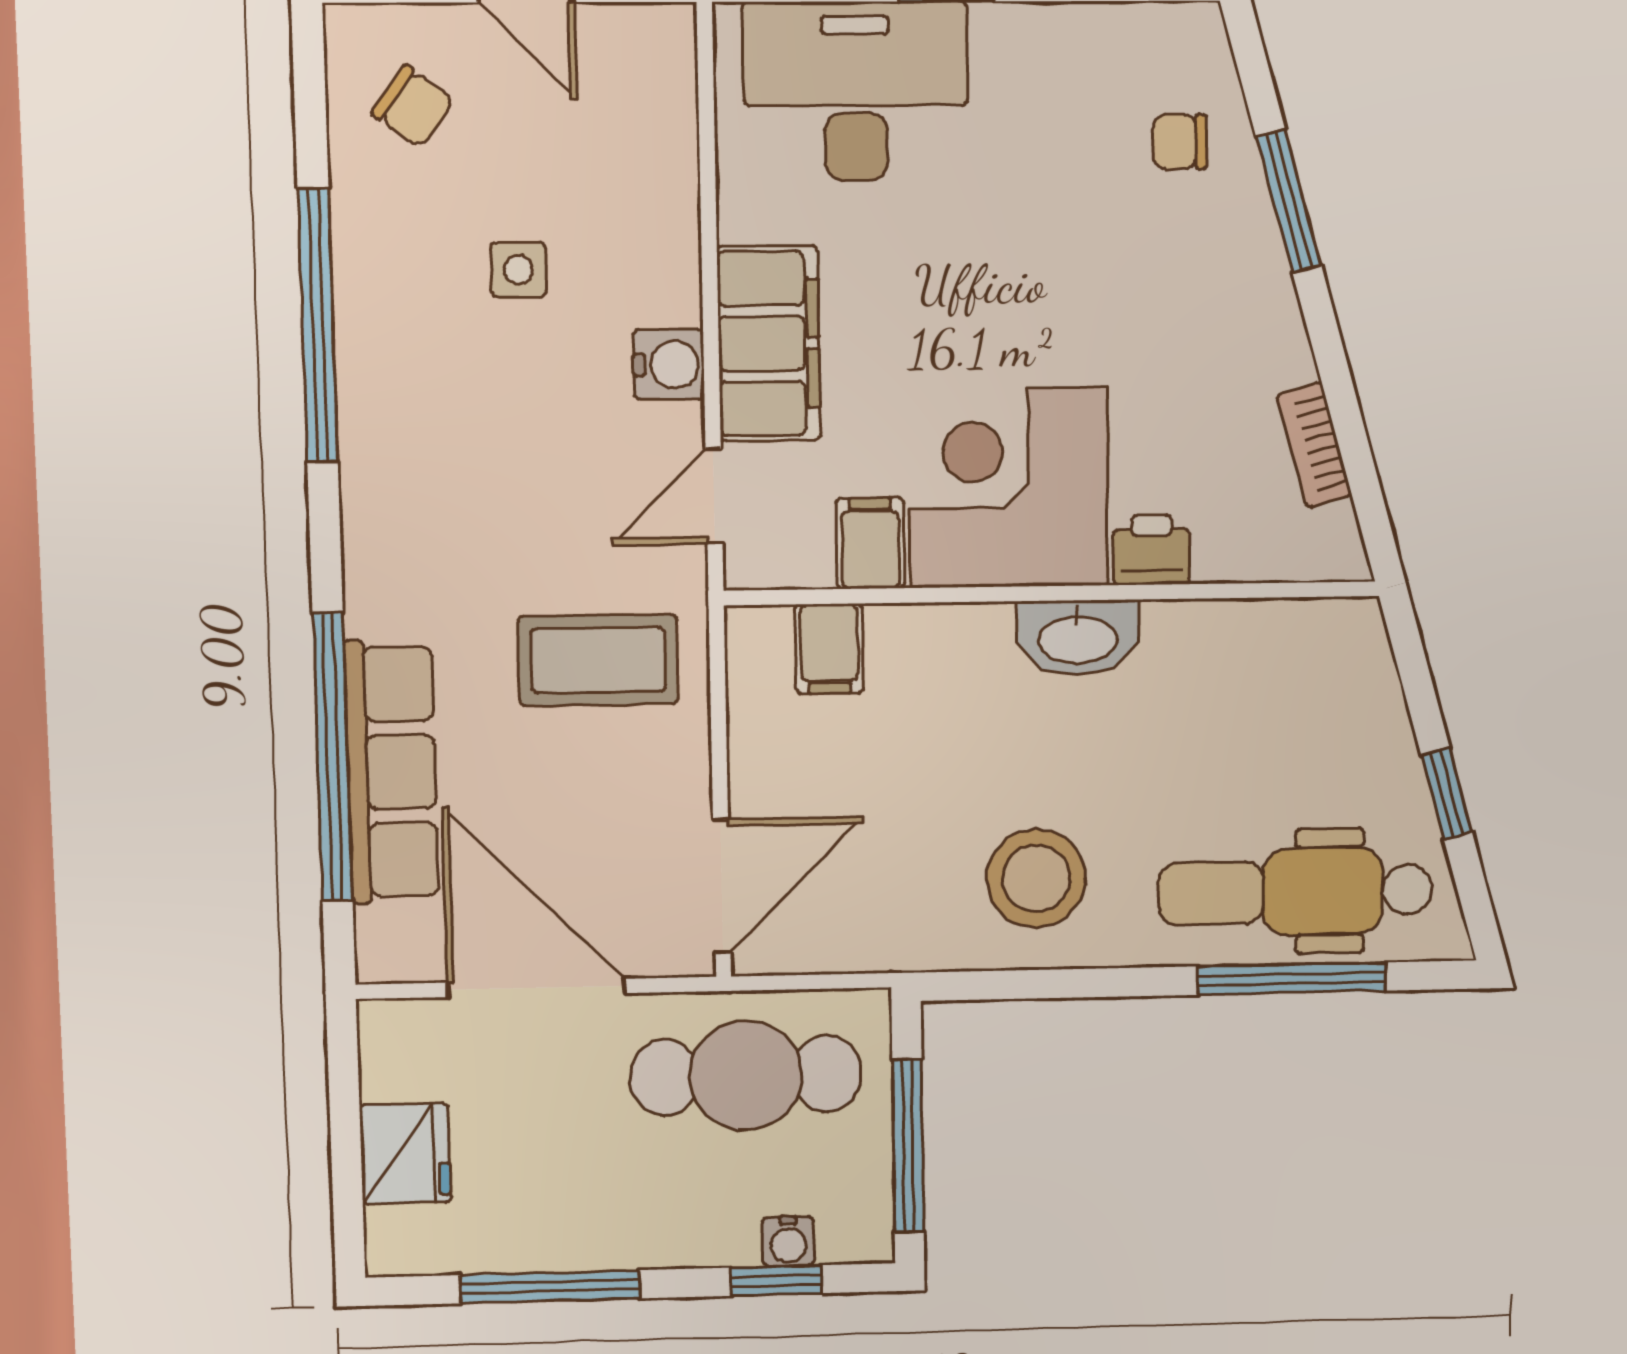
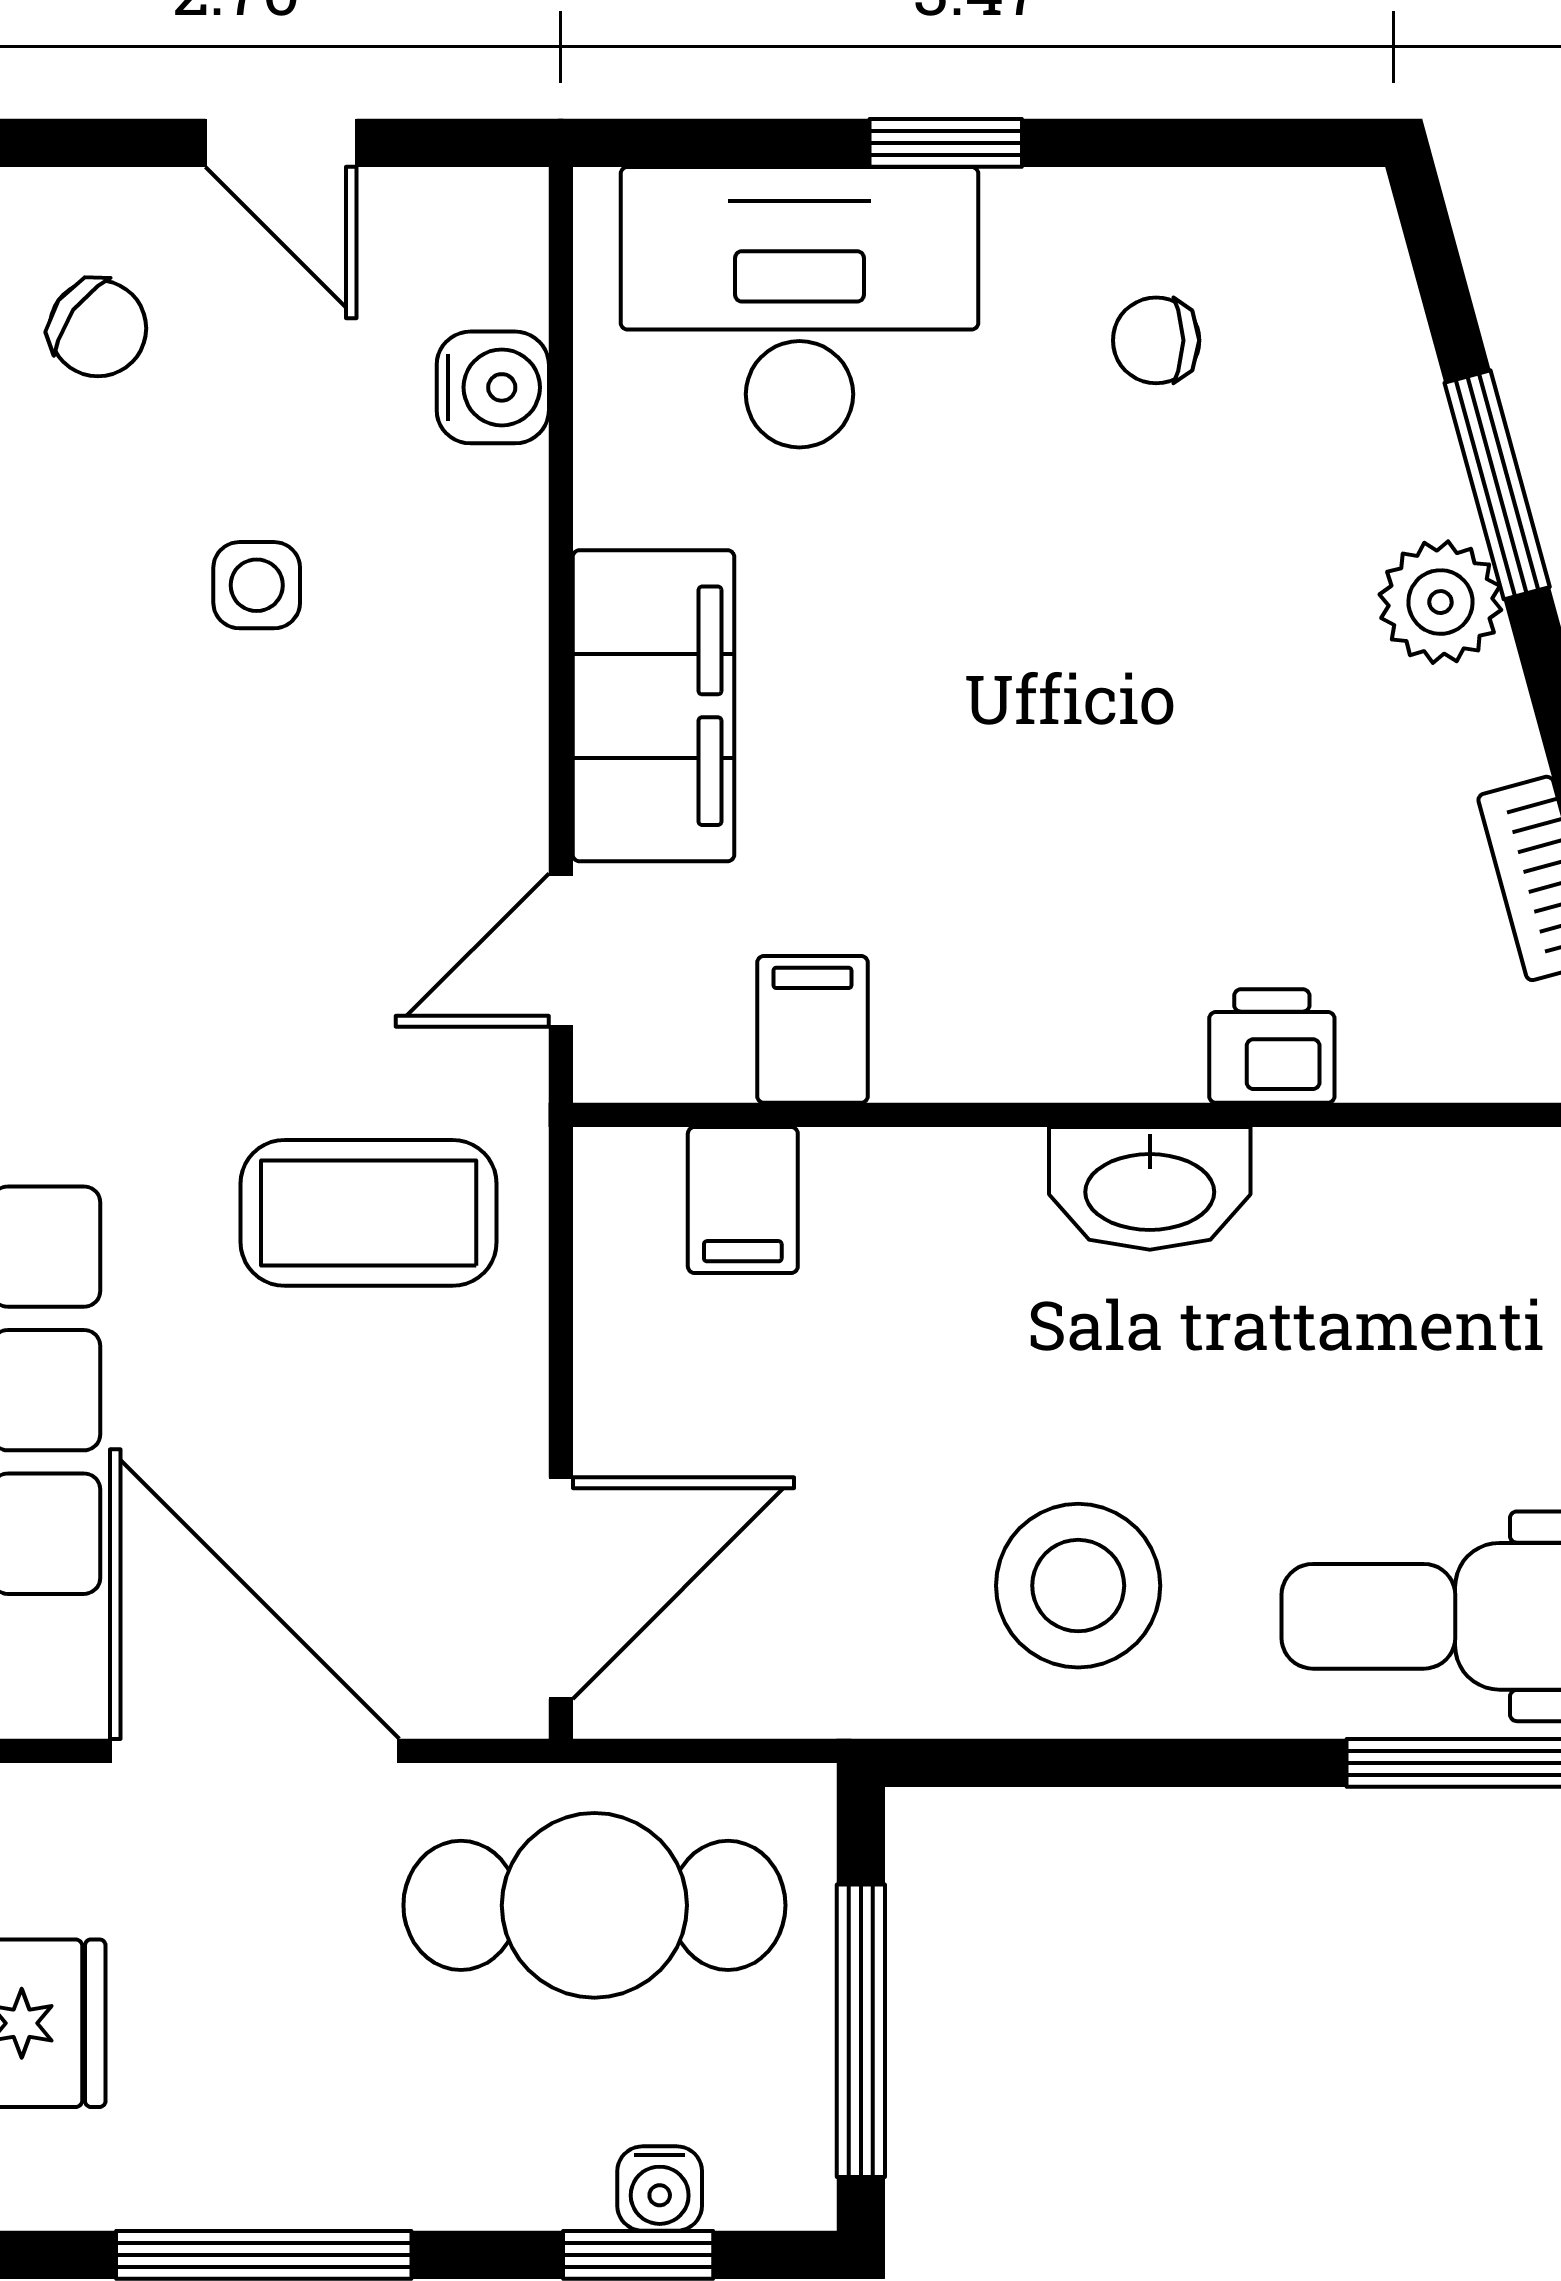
chair: (1180, 142) -> (1156, 340), moved
plant: (1254, 275) -> (1440, 602), added
water cooler: (669, 364) -> (493, 387), moved
corner desk: (1009, 488) -> (1038, 942), removed

